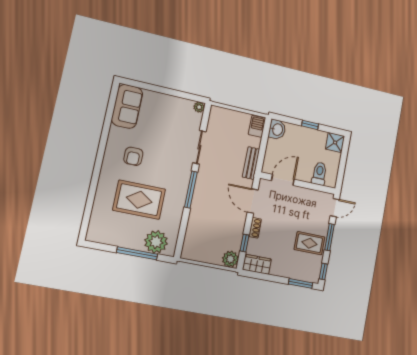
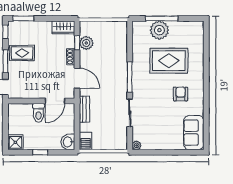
toilet: (319, 174) -> (39, 113), moved
plant: (156, 242) -> (159, 30), moved
plant: (230, 259) -> (86, 43), moved

